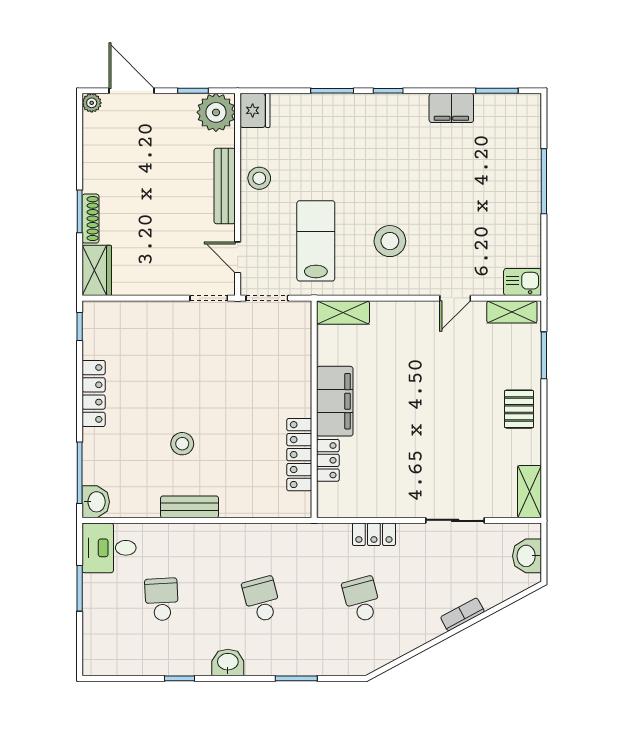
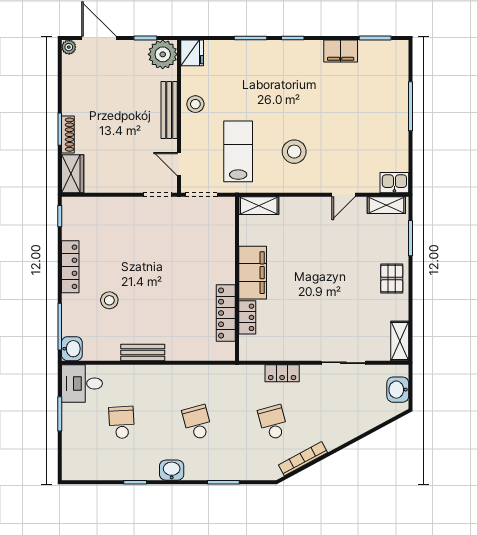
stool: (182, 444) -> (109, 300), moved
bookcase: (462, 614) -> (303, 459), moved, width x1.56

